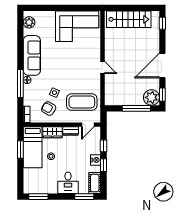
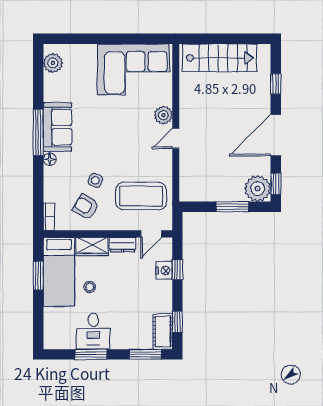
window: (162, 23) -> (276, 84), moved
plant: (95, 54) -> (163, 115), added
sofa: (32, 55) -> (58, 127), width x0.73
door: (102, 68) -> (176, 138), swing flipped
window: (20, 84) -> (38, 132), moved
window: (136, 108) -> (232, 207), width x0.69
nightstand: (96, 160) -> (164, 270), moved
window: (103, 165) -> (177, 322), moved
desk: (68, 183) -> (93, 331), moved
window: (38, 197) -> (91, 354), moved

